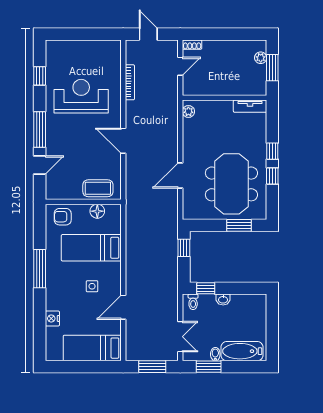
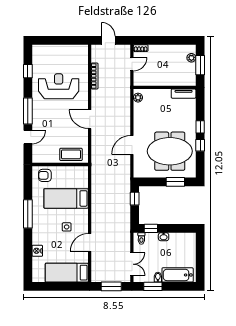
meeting table: (231, 184) -> (170, 151), turned 90
floor lamp: (97, 211) -> (71, 171), removed

